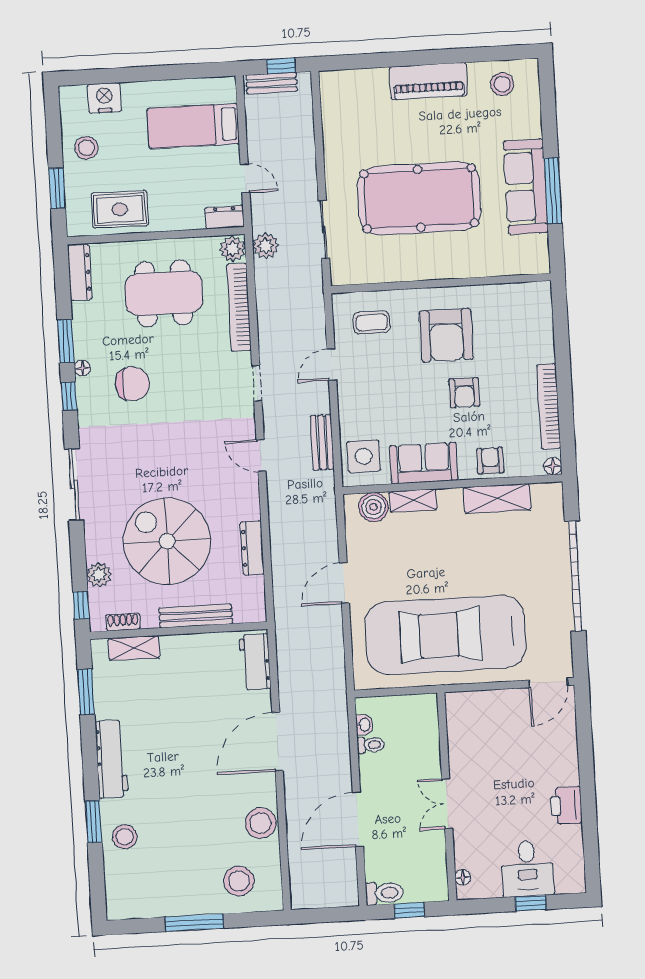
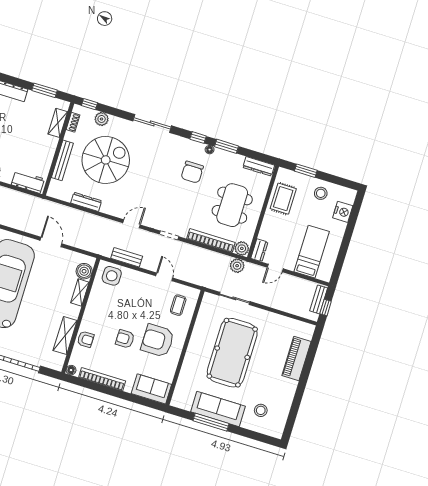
piano: (428, 81) -> (296, 358), moved
stool: (502, 84) -> (261, 410), moved
sofa: (424, 463) -> (151, 389), moved, turned -90

